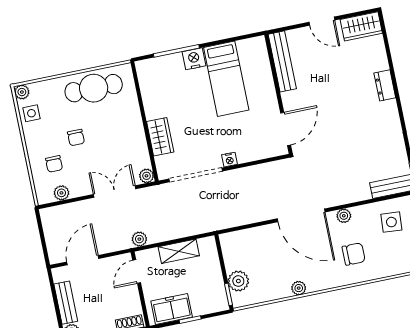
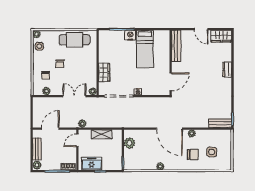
side table: (391, 222) -> (212, 152), moved
plant: (238, 281) -> (130, 143), moved

